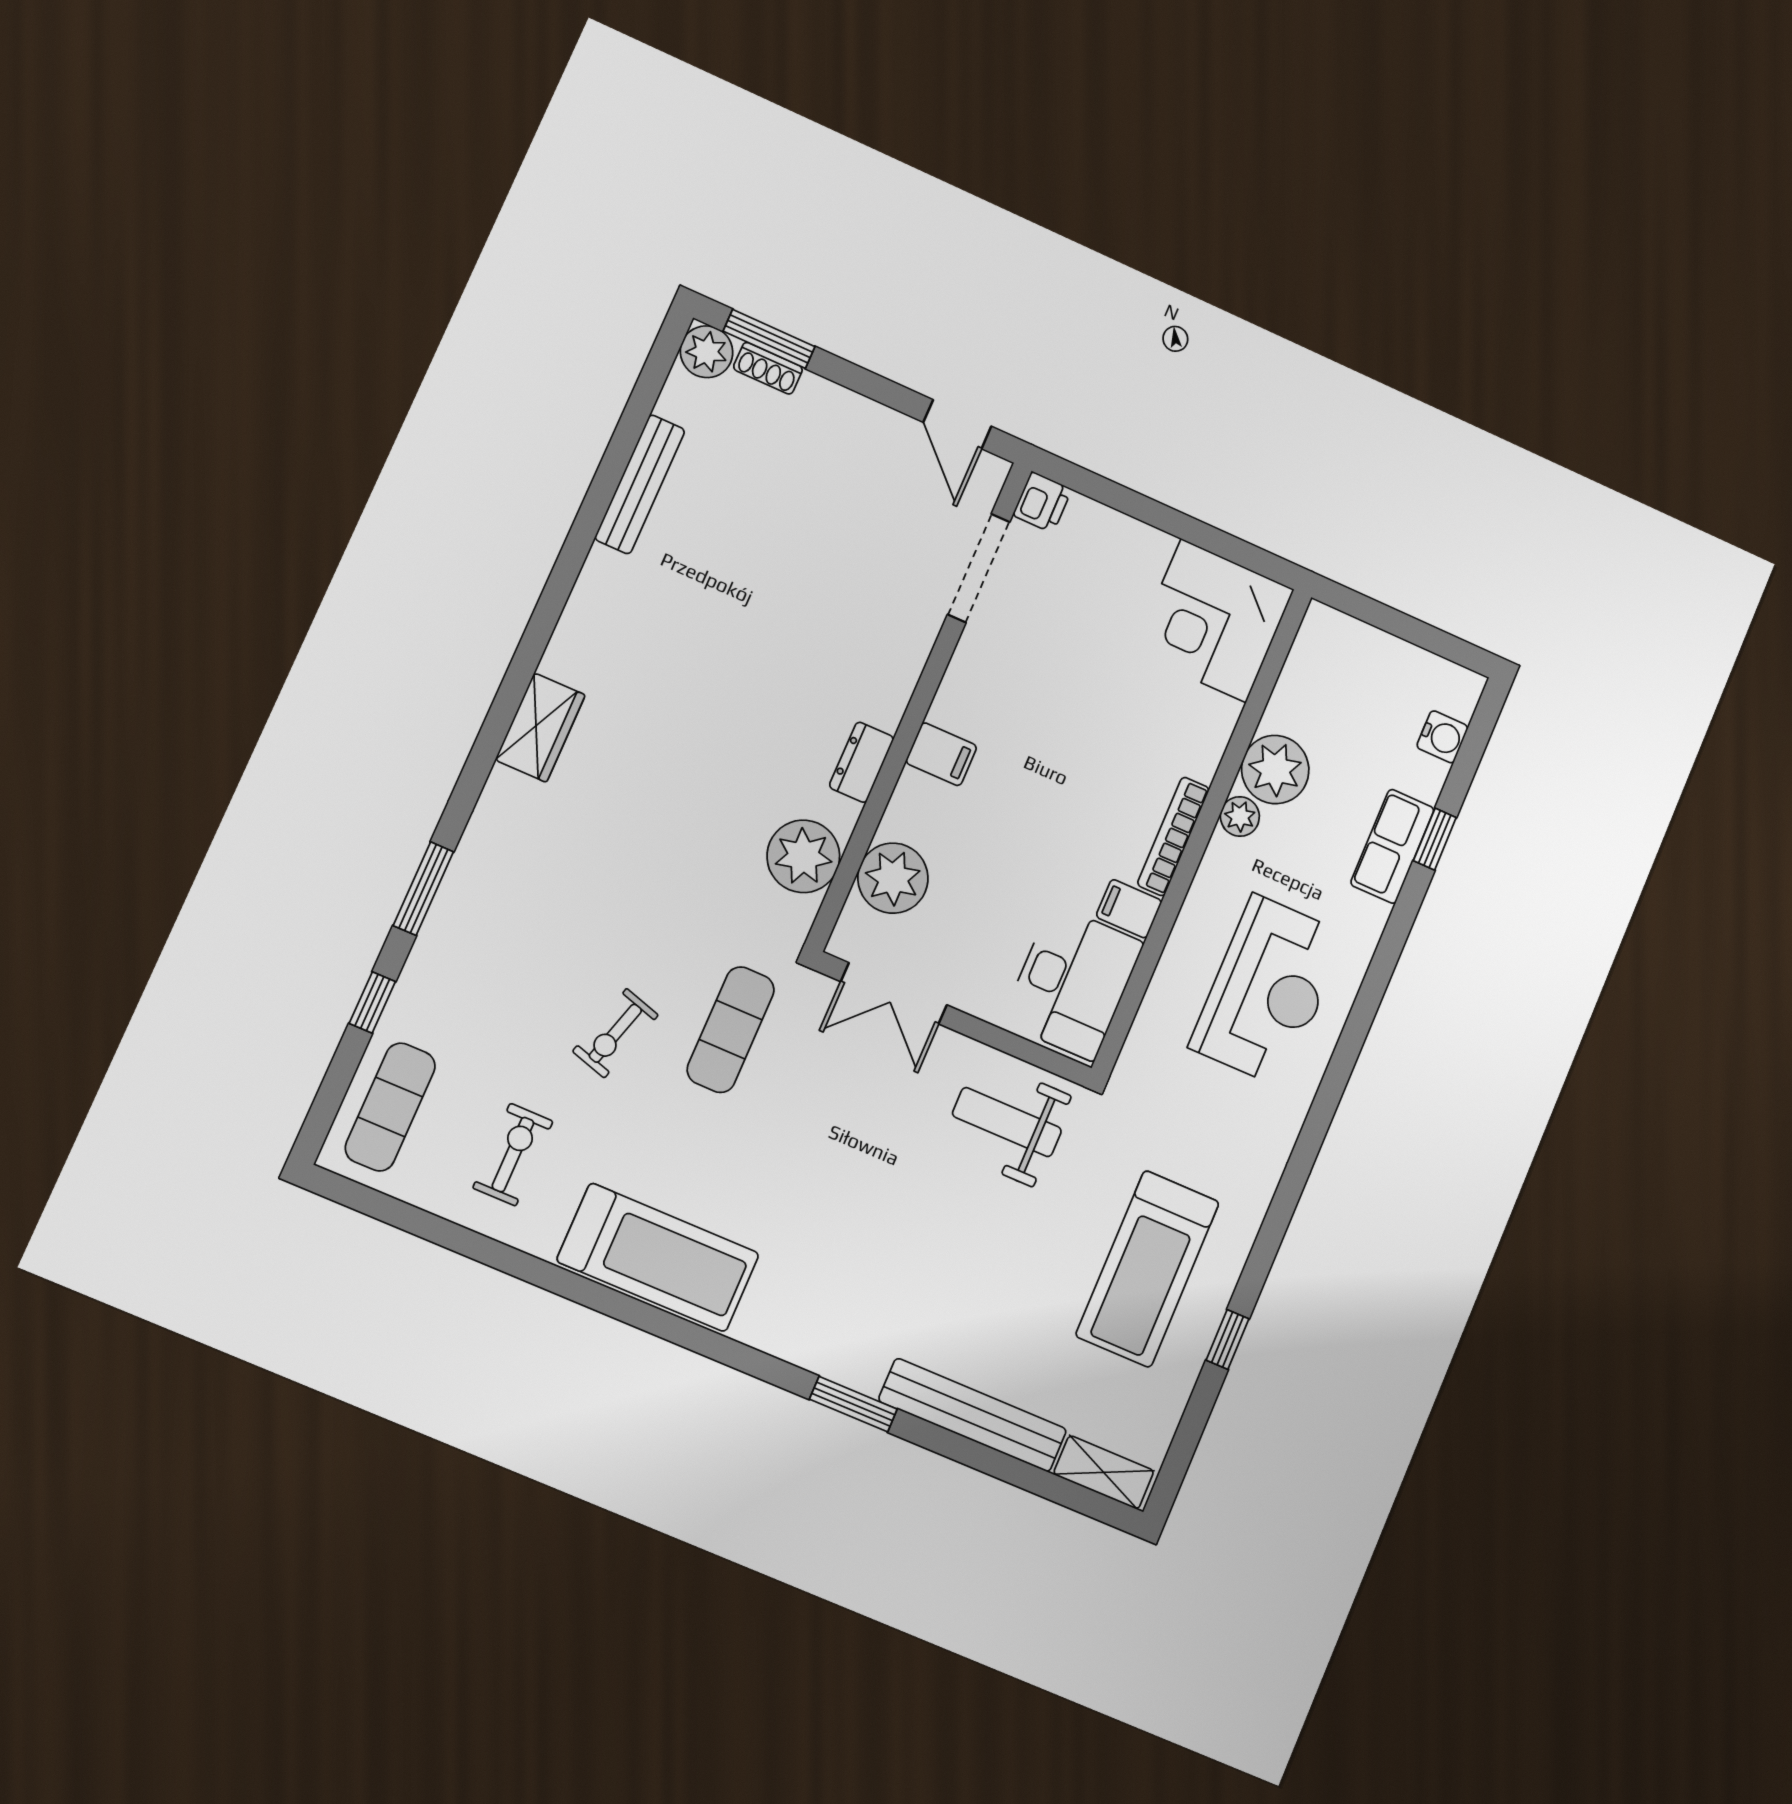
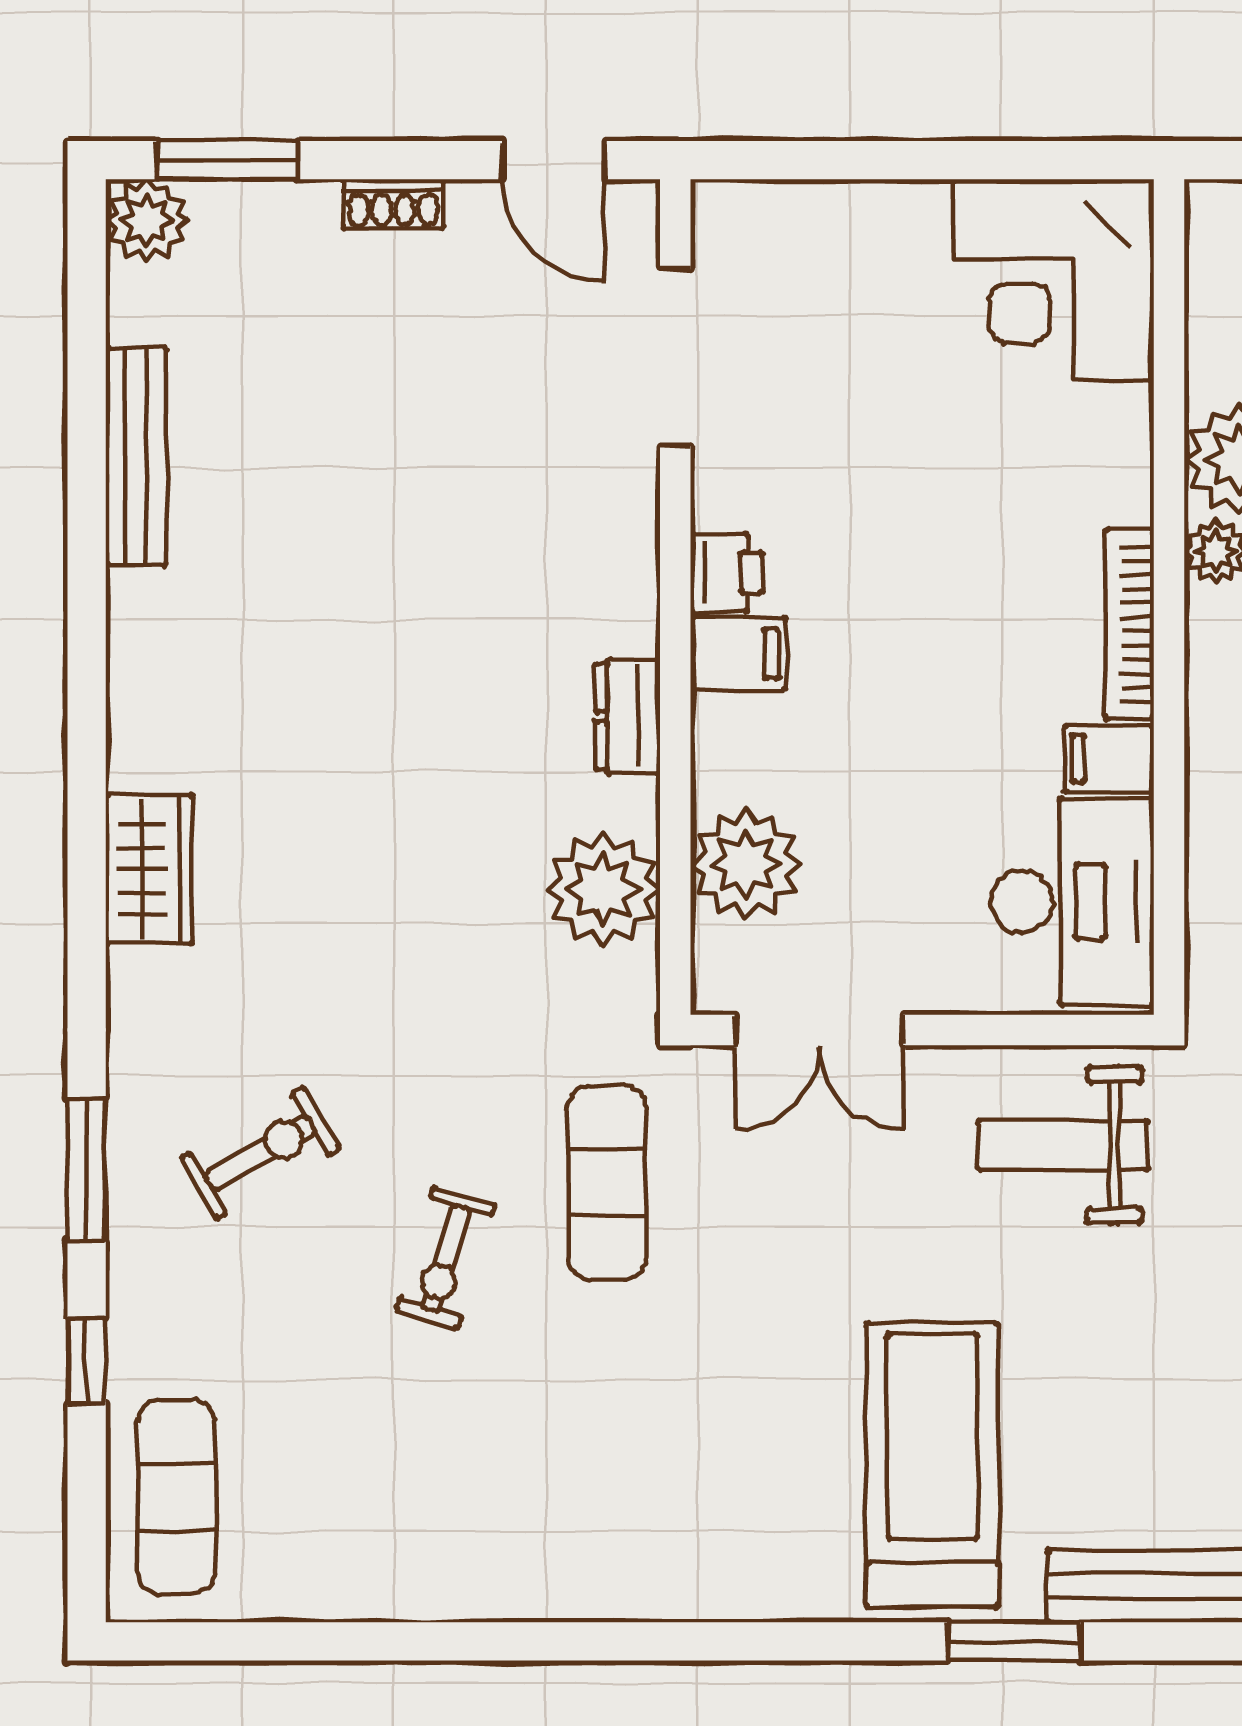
shoe rack: (768, 368) -> (393, 204), moved
printer: (1042, 502) -> (726, 573), moved
exercise bike: (513, 1155) -> (261, 1153), moved, turned 60
treadmill: (658, 1257) -> (932, 1465), moved, turned -90

